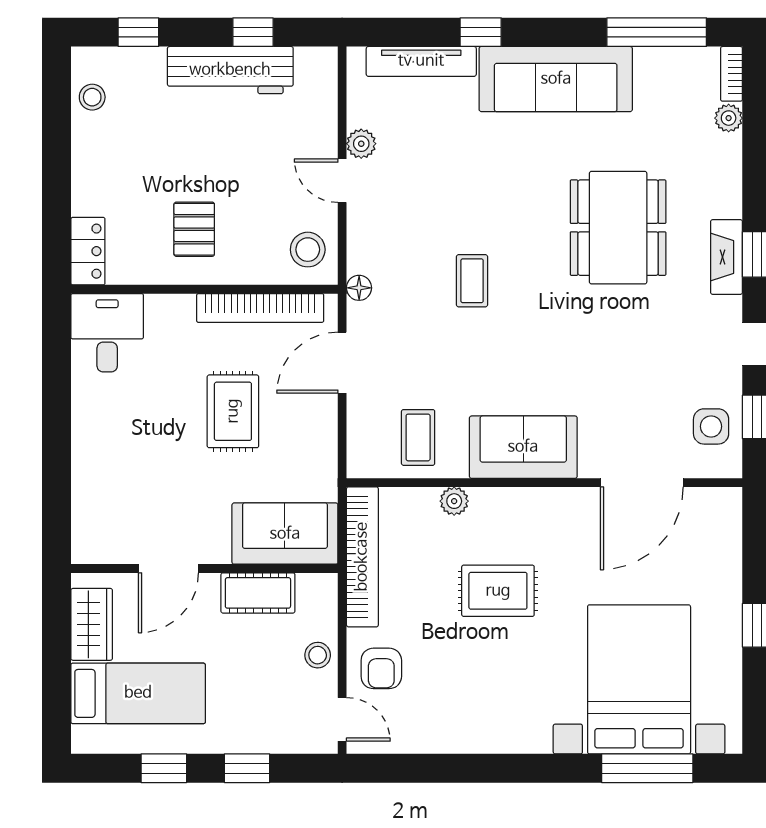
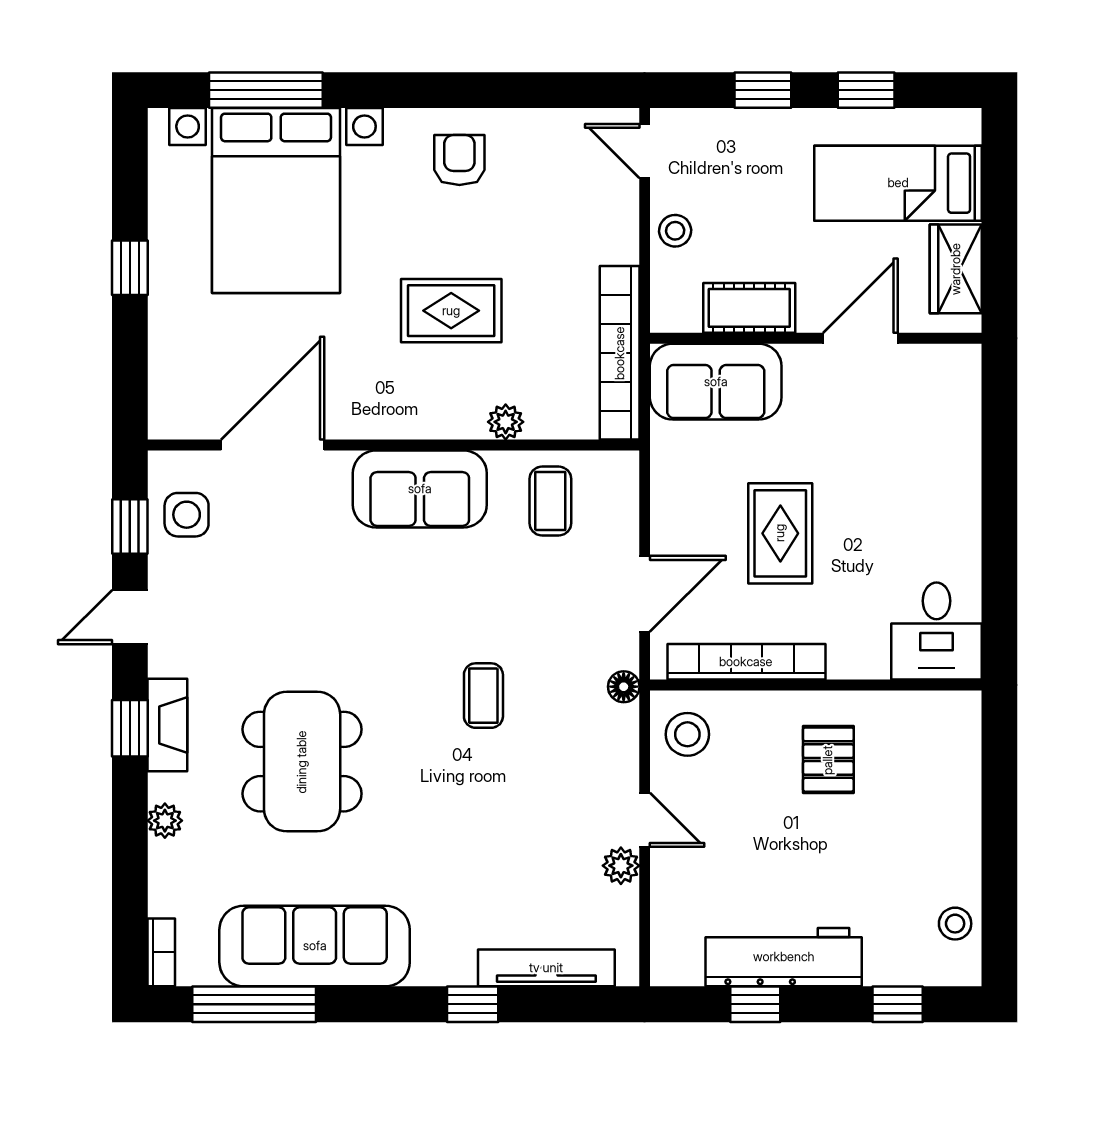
sofa: (556, 79) -> (315, 946), moved
plant: (729, 118) -> (165, 821), moved
locker: (88, 251) -> (960, 732), removed
armchair: (381, 668) -> (459, 160), moved

